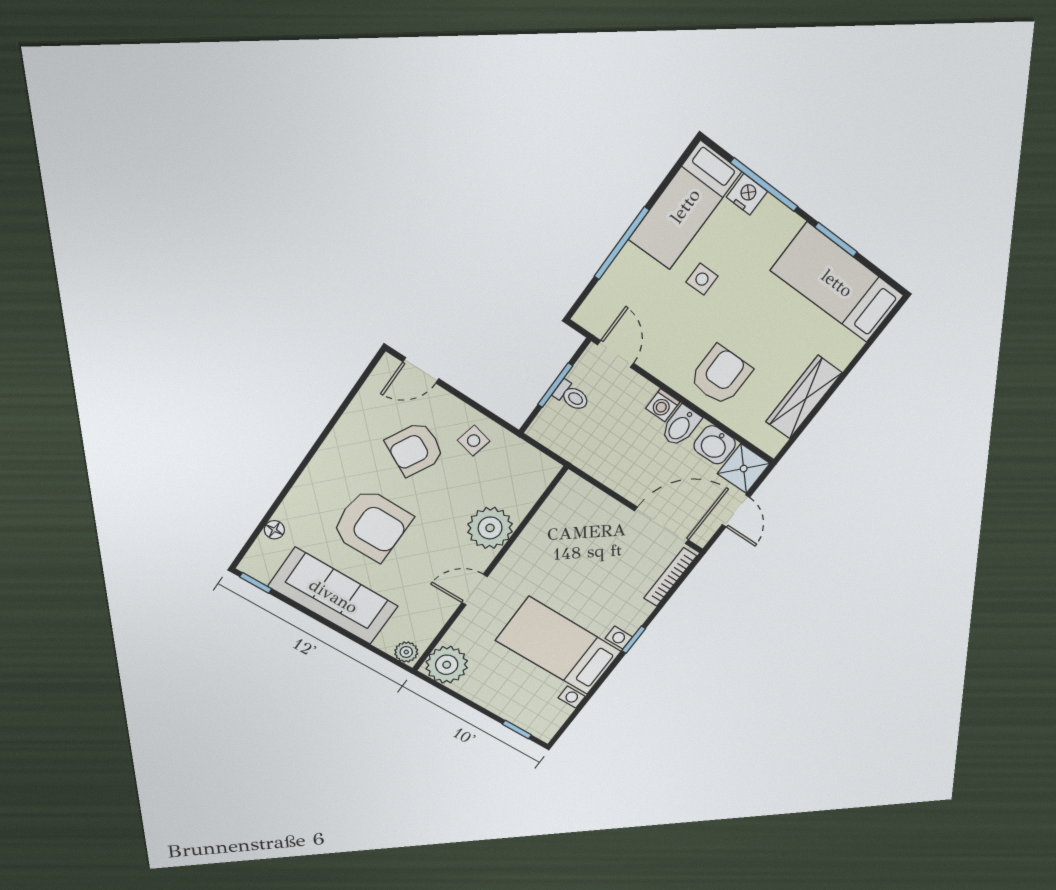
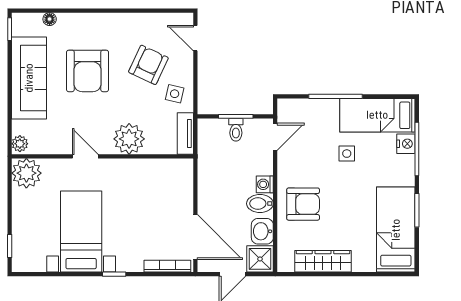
armchair: (415, 449) -> (148, 65), turned 87
tv unit: (532, 459) -> (185, 133), added

